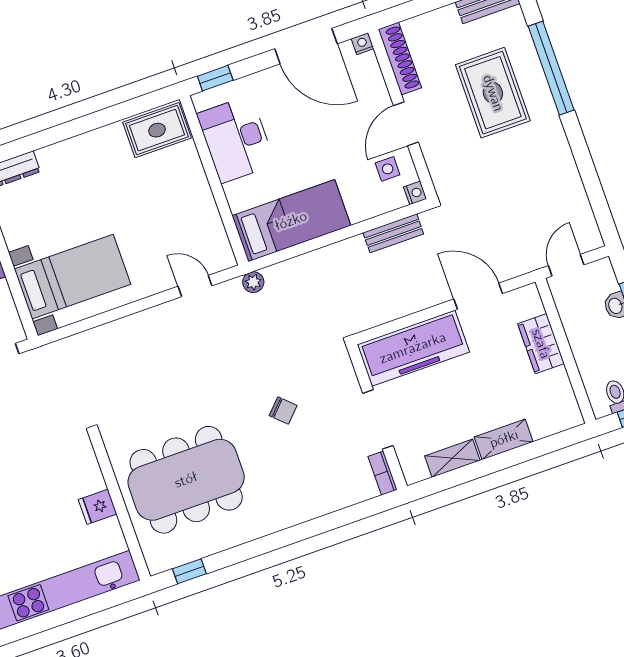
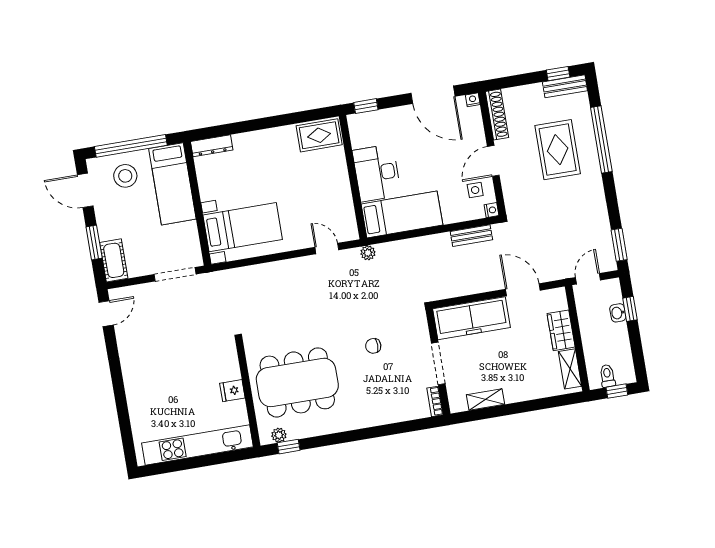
desk: (236, 139) -> (377, 173), moved
window: (601, 210) -> (619, 245), added
chair: (283, 411) -> (373, 346), turned 136
shelving: (504, 439) -> (570, 369), moved, turned 90
plant: (173, 558) -> (279, 435), added

